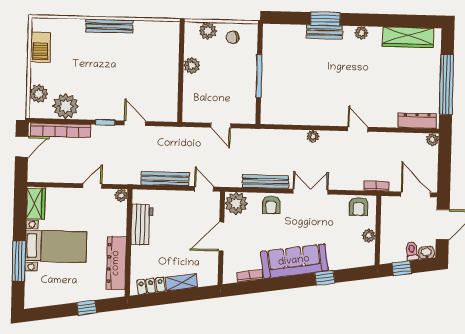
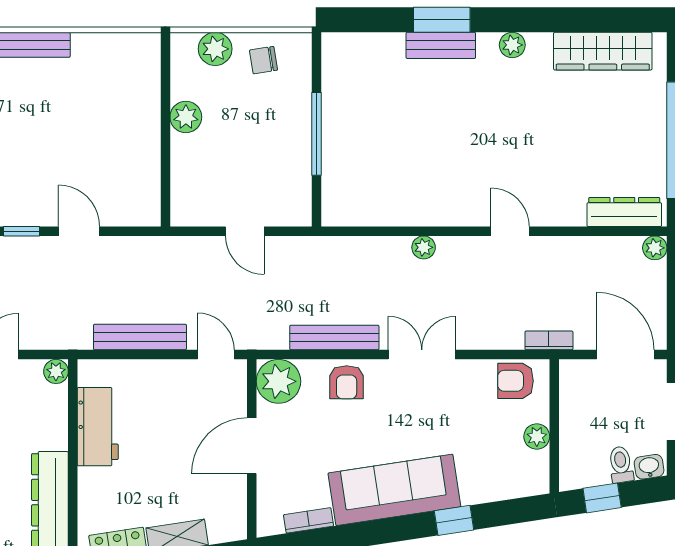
armchair: (359, 206) -> (516, 381), turned 90

